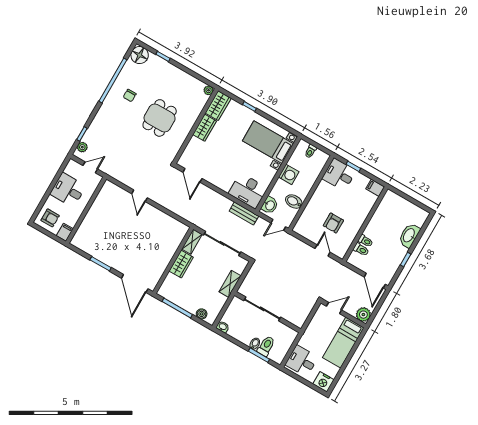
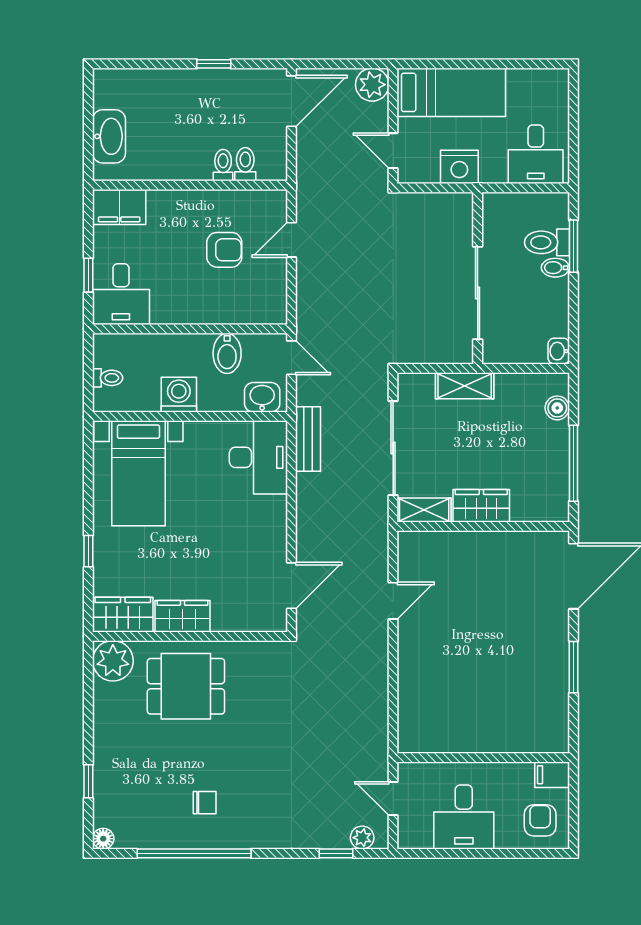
floor lamp: (140, 55) -> (103, 839), width x0.53, depth x0.53
plant: (209, 90) -> (113, 661), width x1.88, depth x1.88
dining table: (160, 118) -> (186, 686), moved
filing cabinet: (375, 188) -> (119, 207), width x2.00
door: (139, 196) -> (393, 601), moved
washbasin: (409, 235) -> (109, 136), moved, turned -90
nightstand: (323, 382) -> (459, 167), moved, turned 90

